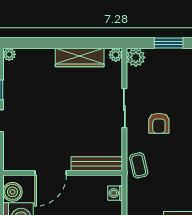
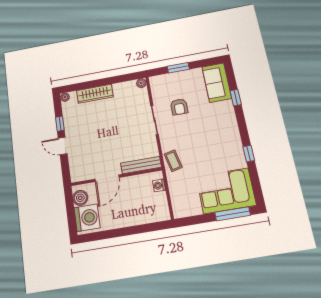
wardrobe: (80, 57) -> (95, 94), moved
plant: (136, 57) -> (156, 82), removed
armchair: (159, 123) -> (179, 107), moved

